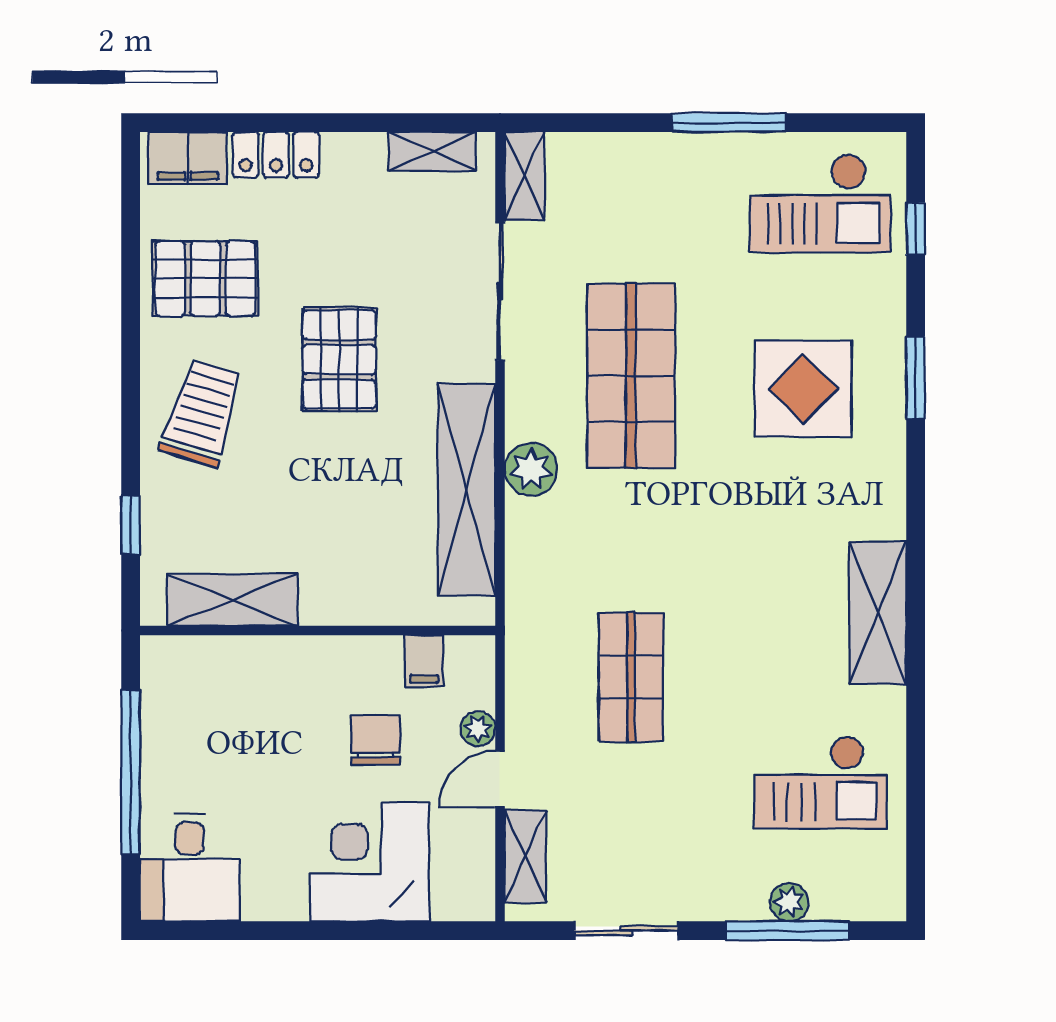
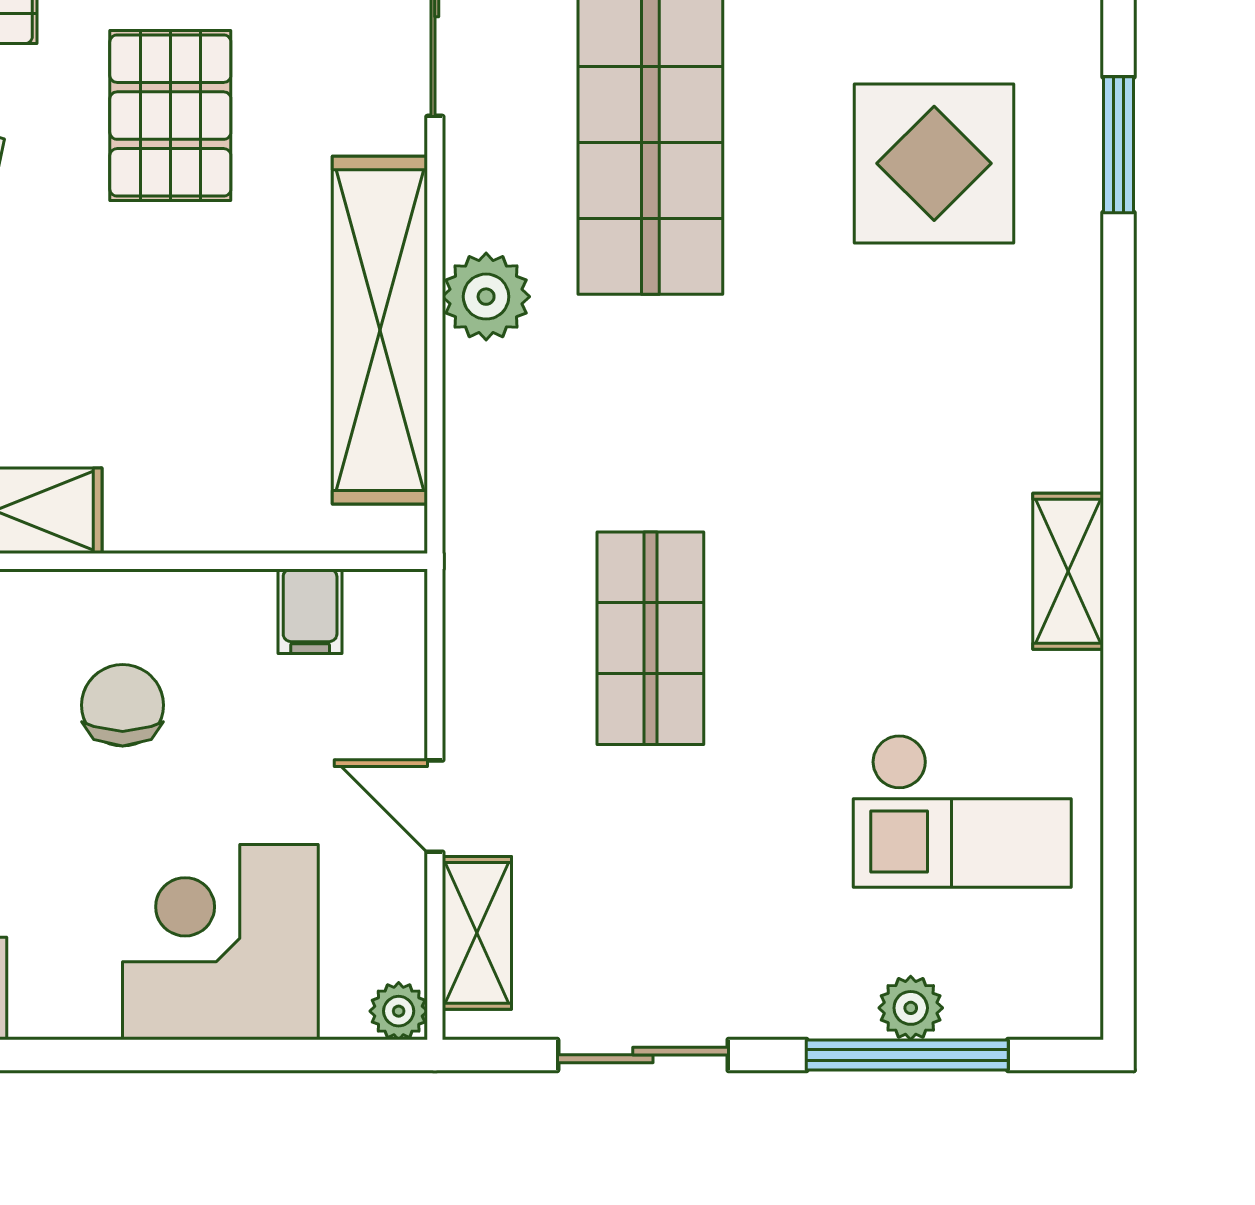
shelving: (878, 613) -> (1068, 571), width x0.67, depth x0.75
plant: (478, 729) -> (399, 1011), moved
chair: (376, 740) -> (123, 705), moved
door: (500, 779) -> (435, 806), hinge flipped

